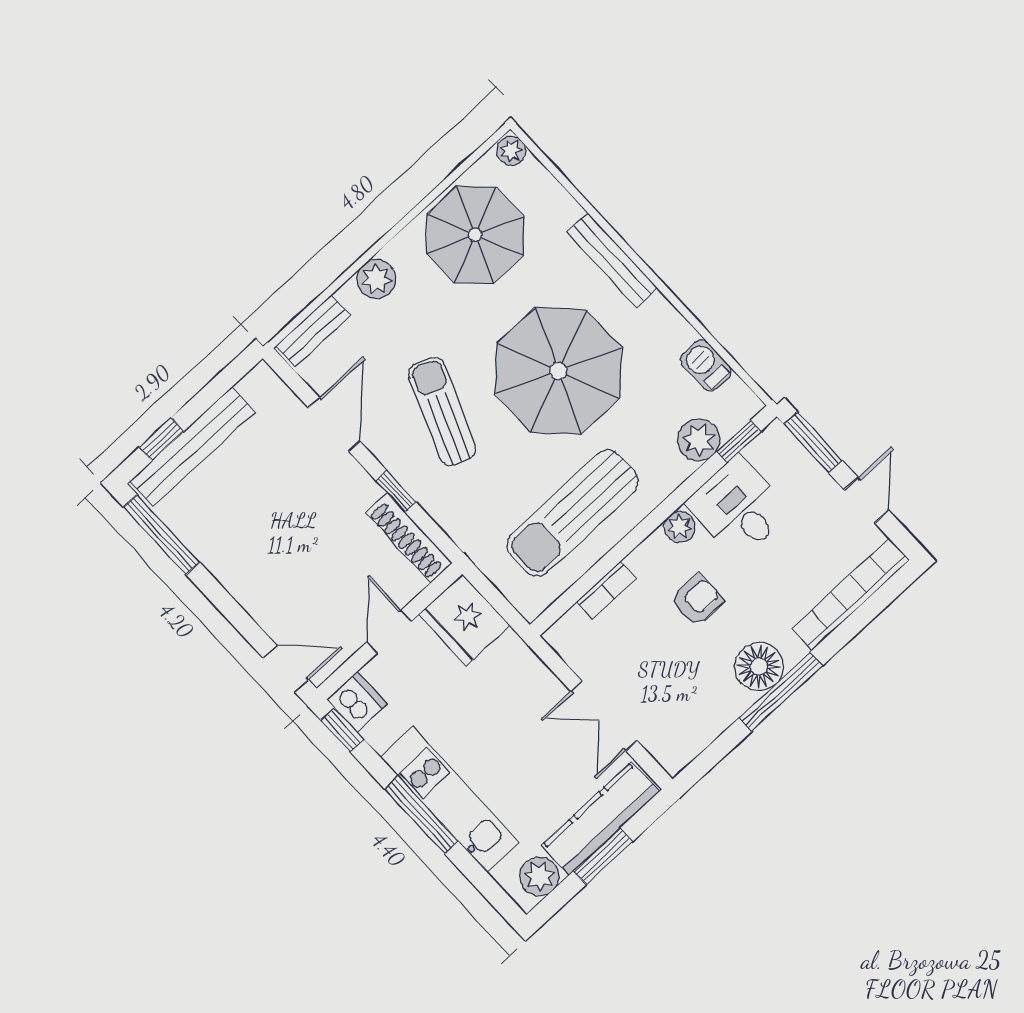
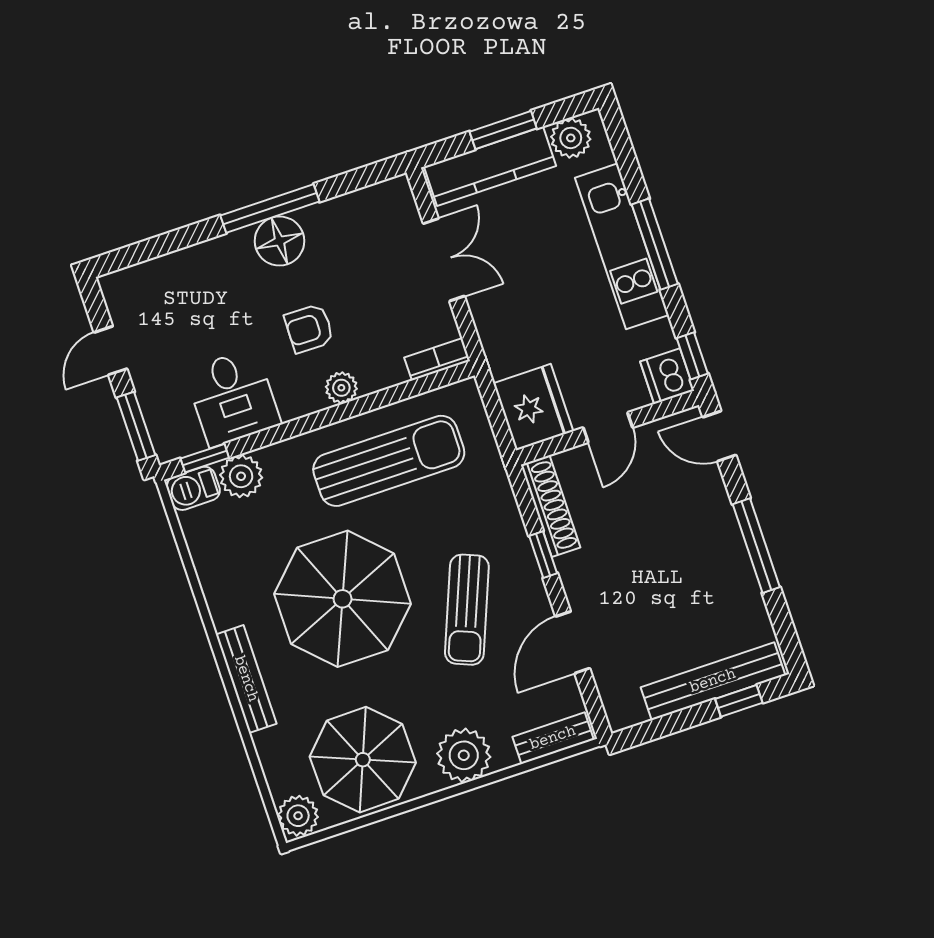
plant: (511, 151) -> (298, 816), width x1.38, depth x1.38
plant: (377, 279) -> (464, 755), width x1.36, depth x1.36
barbecue: (706, 365) -> (193, 488), moved, turned 90
plant: (680, 527) -> (341, 388), moved
window: (162, 535) -> (756, 546), moved
bookcase: (606, 590) -> (437, 359), moved
bookcase: (851, 594) -> (164, 270), removed

